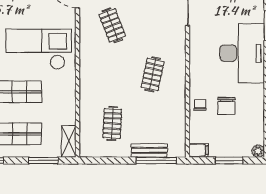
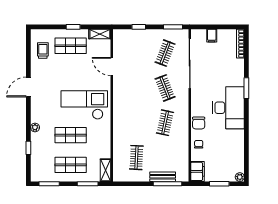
clothes rail: (112, 25) -> (165, 88), moved
chair: (226, 106) -> (199, 123), moved
filing cabinet: (198, 150) -> (198, 171), width x2.00

